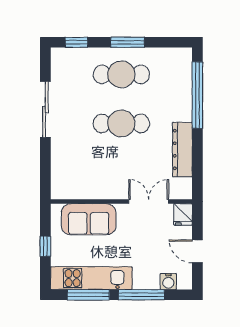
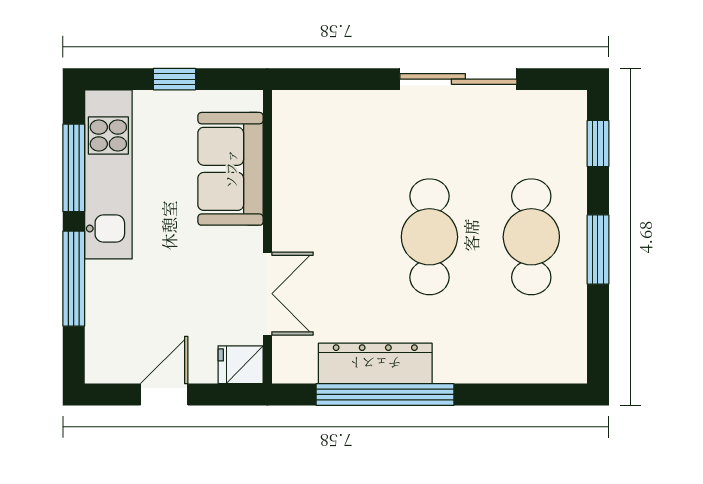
window: (197, 95) -> (385, 394), moved
water cooler: (168, 282) -> (101, 334), removed

